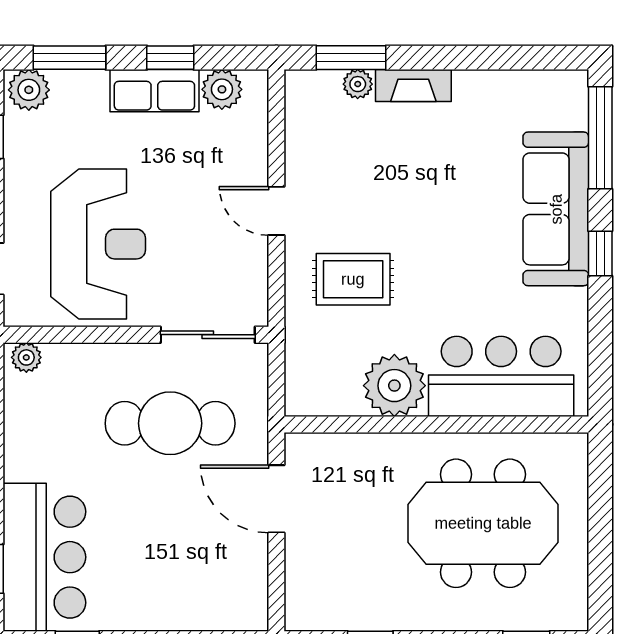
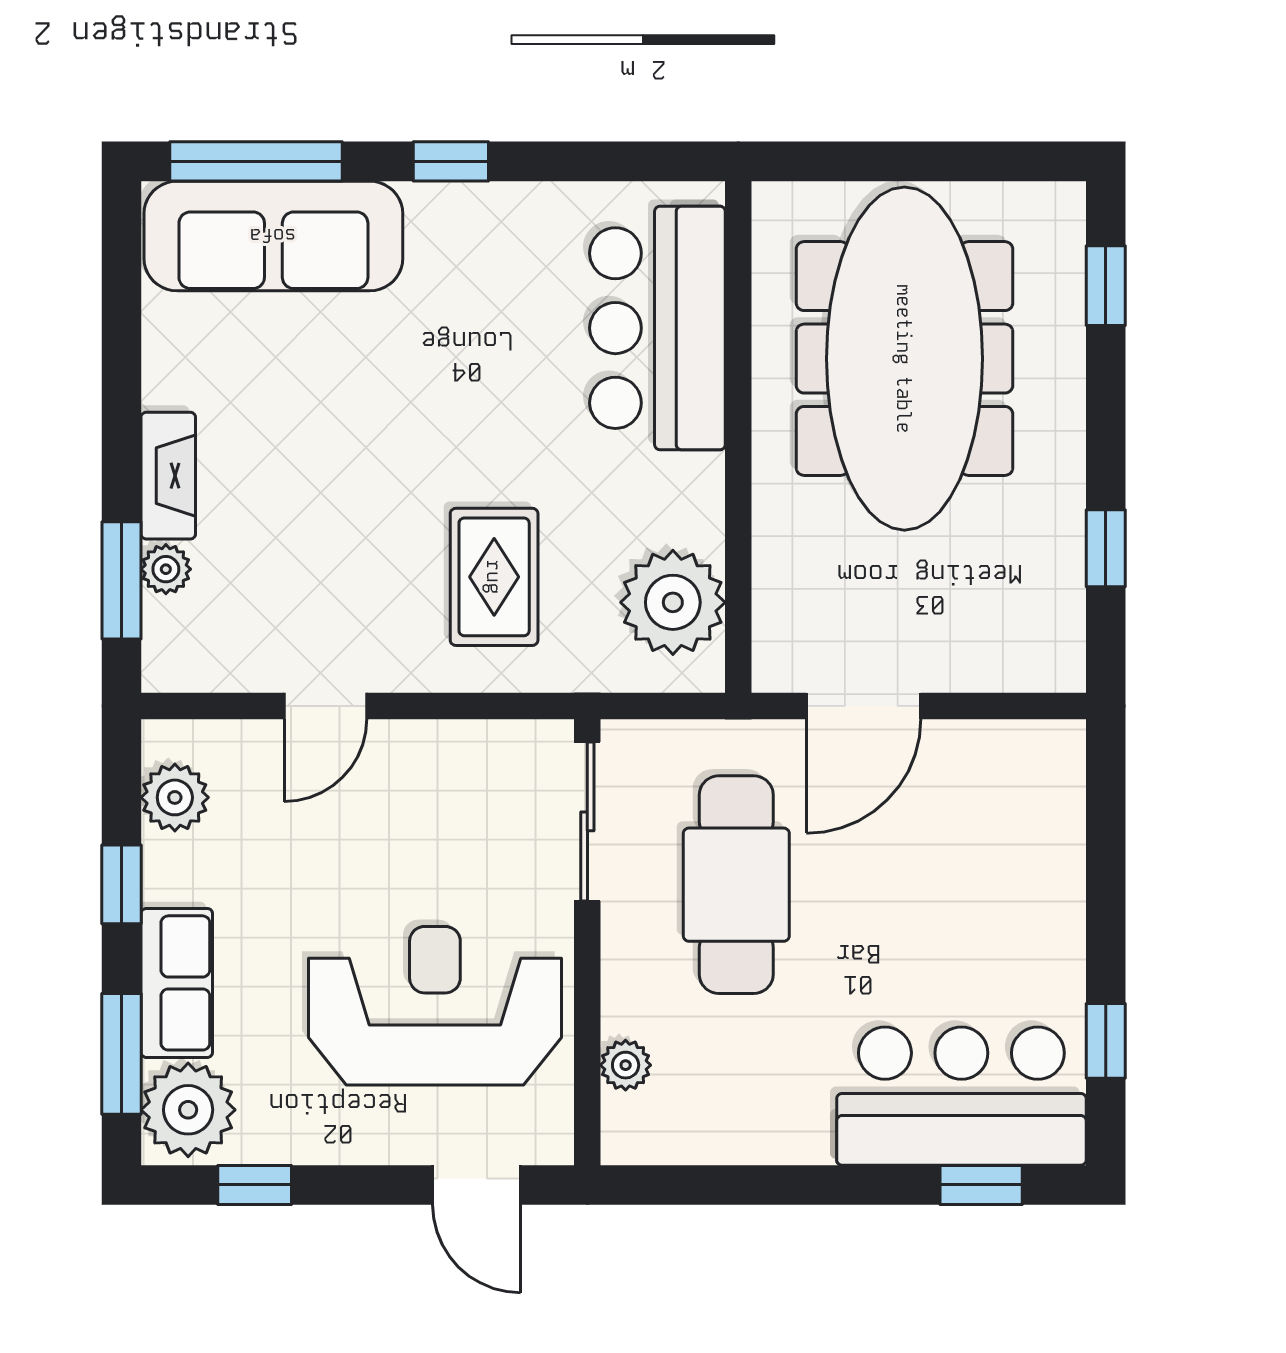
plant: (29, 90) -> (188, 1110), width x1.36, depth x1.36
row of seats: (154, 91) -> (177, 983), moved
sofa: (556, 209) -> (273, 236), moved
door: (276, 211) -> (325, 706), moved
plant: (26, 357) -> (626, 1065), moved
plant: (394, 386) -> (673, 602), moved
meeting table: (483, 523) -> (904, 359), width x1.36

